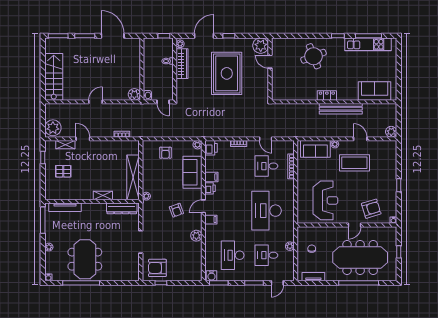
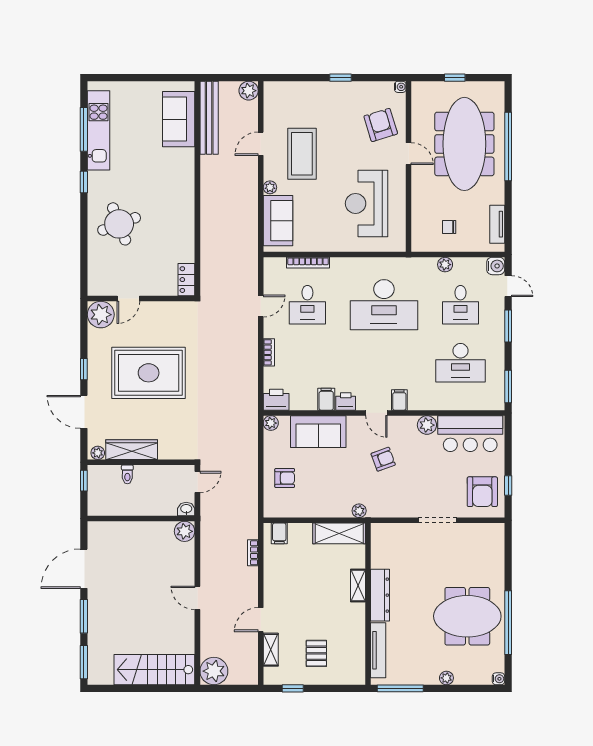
locker: (327, 96) -> (186, 280), moved
bench: (341, 109) -> (209, 118), moved
plant: (53, 128) -> (214, 671), moved
filing cabinet: (133, 150) -> (279, 533), added
shelving: (133, 177) -> (339, 533), width x0.68
reception desk: (325, 200) -> (366, 203), turned -90
dresser: (122, 208) -> (380, 595), moved
bar counter: (191, 261) -> (470, 434), added
water cooler: (211, 276) -> (496, 266), moved

